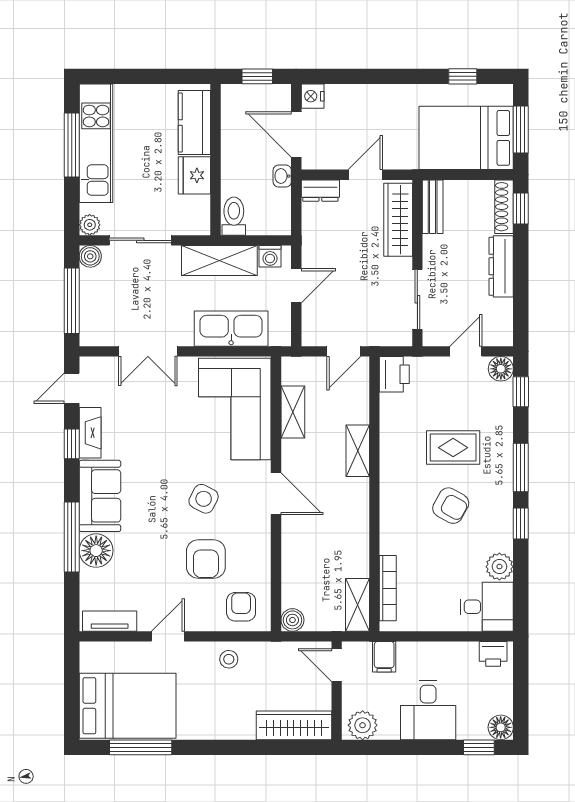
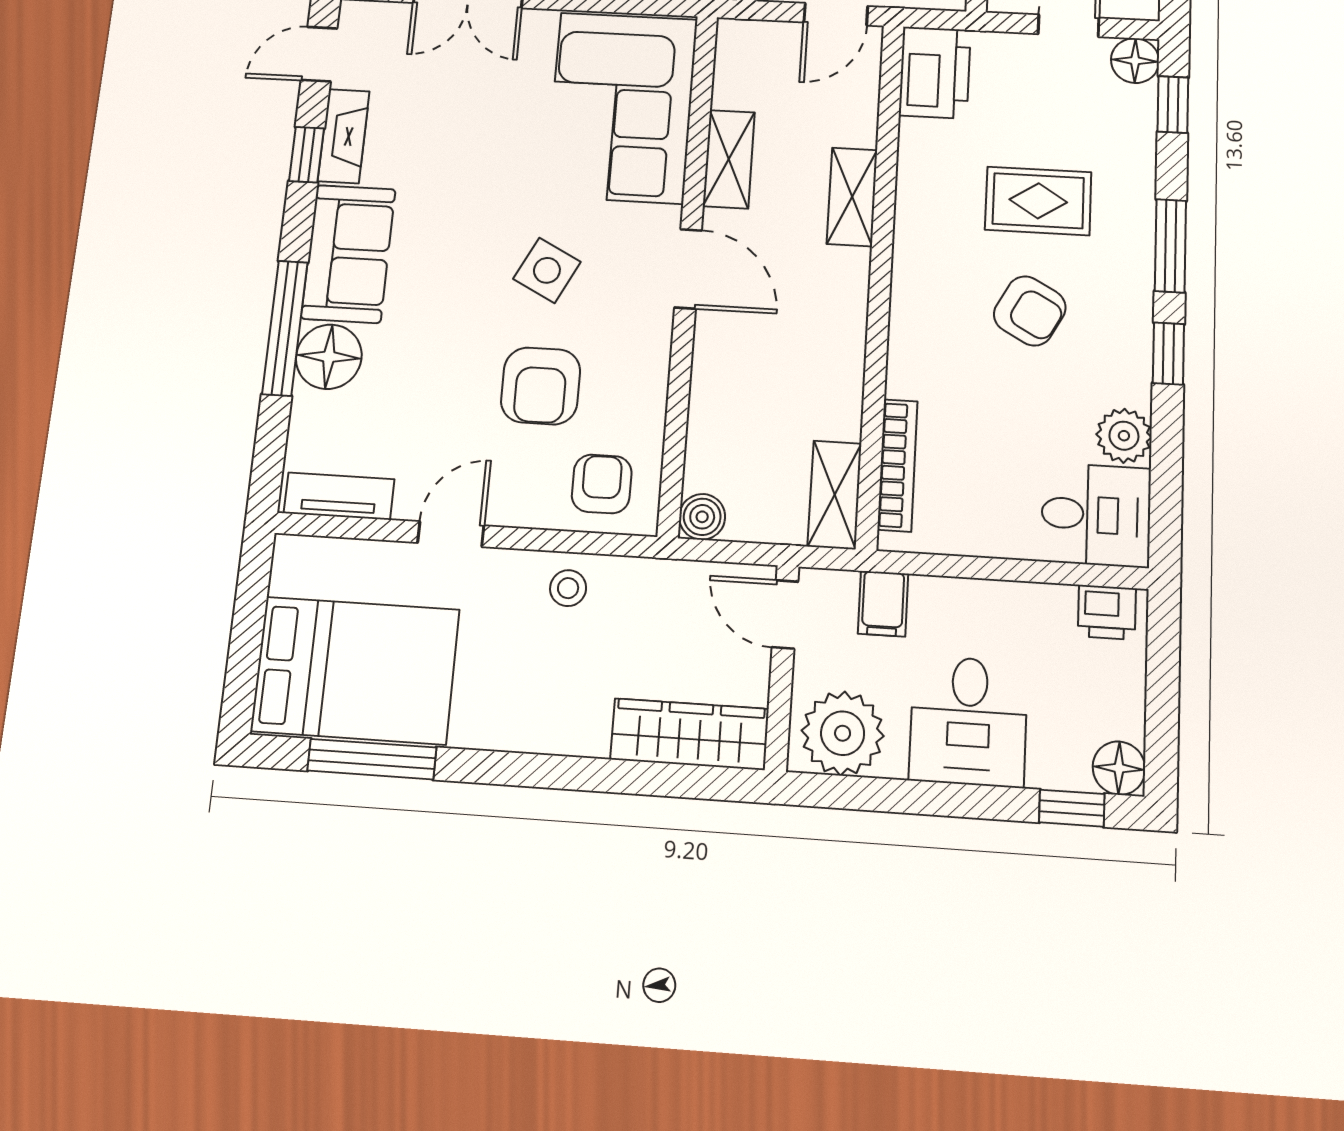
printer: (394, 374) -> (935, 73), width x1.37, depth x1.19
shelving: (293, 412) -> (729, 159), moved
plant: (363, 725) -> (843, 733), width x1.36, depth x1.36

